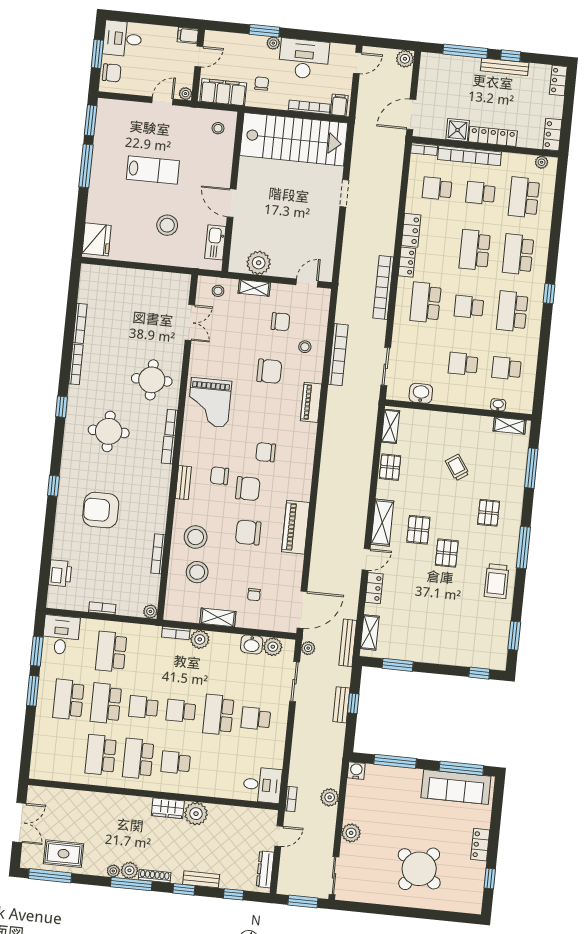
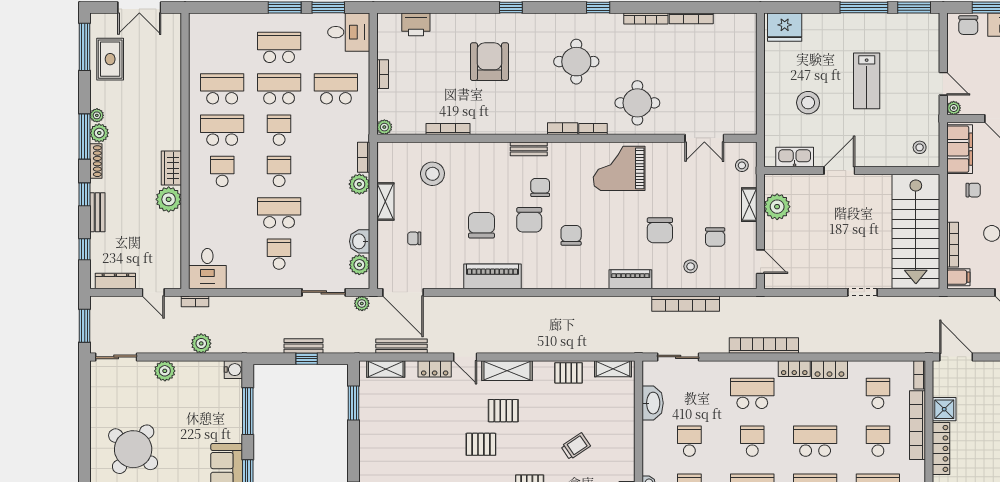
washbasin: (421, 393) -> (653, 403), width x1.38
stool: (196, 537) -> (471, 168), removed
bench: (348, 643) -> (401, 346), moved

